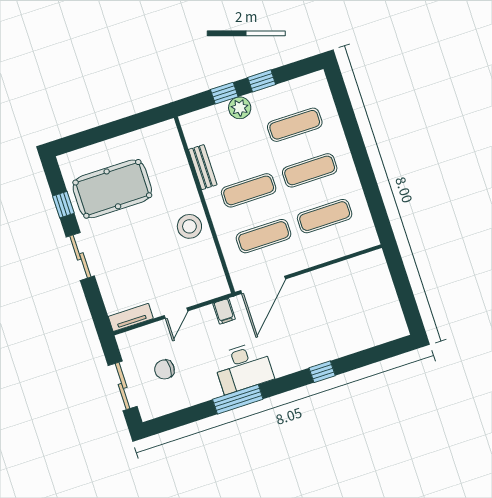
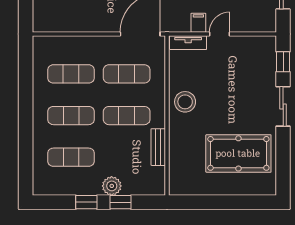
window: (63, 205) -> (283, 62), moved
filing cabinet: (224, 311) -> (198, 23), moved
tv unit: (131, 317) -> (188, 43), moved

